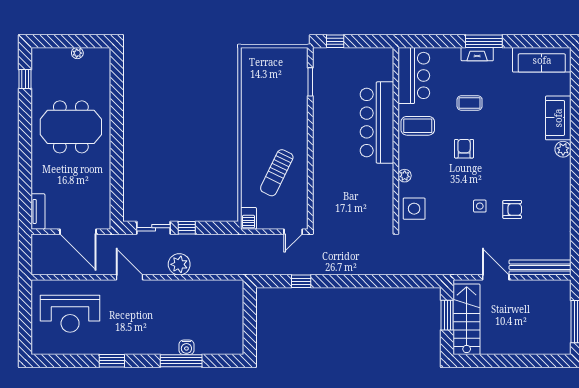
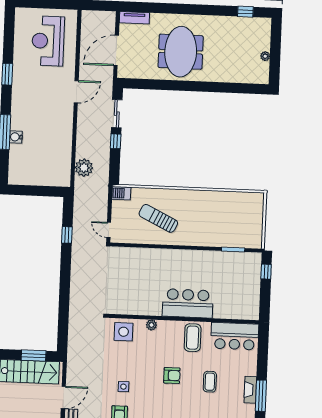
bar counter: (377, 122) -> (188, 303), width x0.73
meeting table: (71, 127) -> (181, 52), moved
plant: (179, 264) -> (84, 168), moved

